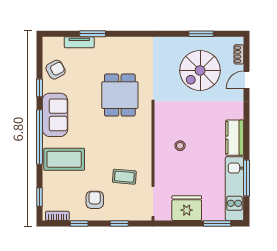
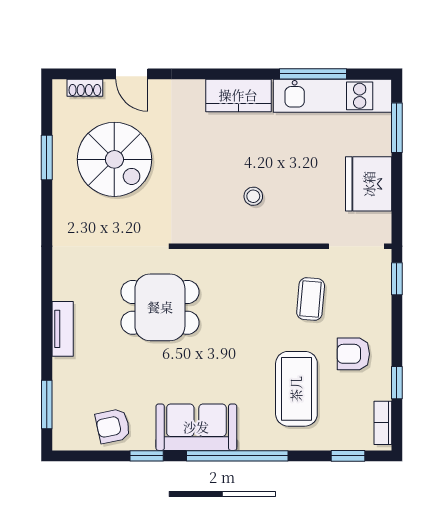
window: (93, 34) -> (47, 404), moved
tv unit: (79, 42) -> (63, 329), moved
armchair: (56, 70) -> (113, 426), turned -74
coffee table: (64, 159) -> (296, 389), moved
window: (119, 223) -> (397, 279), moved

